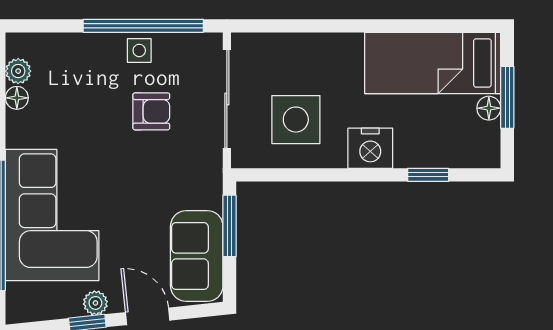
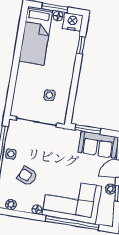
floor lamp: (17, 98) -> (37, 209), moved
armchair: (151, 111) -> (27, 176), moved, turned -68
side table: (296, 120) -> (49, 95), width x0.54, depth x0.54
nightstand: (370, 148) -> (72, 22), moved, turned -90

